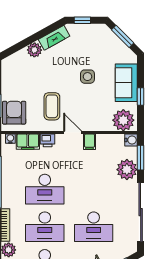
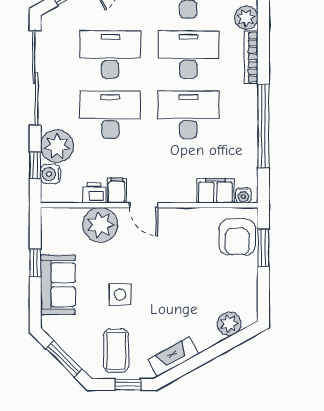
plant: (34, 50) -> (229, 324), moved
coffee table: (52, 106) -> (116, 351), moved
plant: (123, 120) -> (100, 225), moved
printer: (48, 140) -> (94, 193), moved
water cooler: (131, 140) -> (50, 174), moved
window: (141, 158) -> (35, 165), width x0.67
desk: (94, 189) -> (110, 115), added

